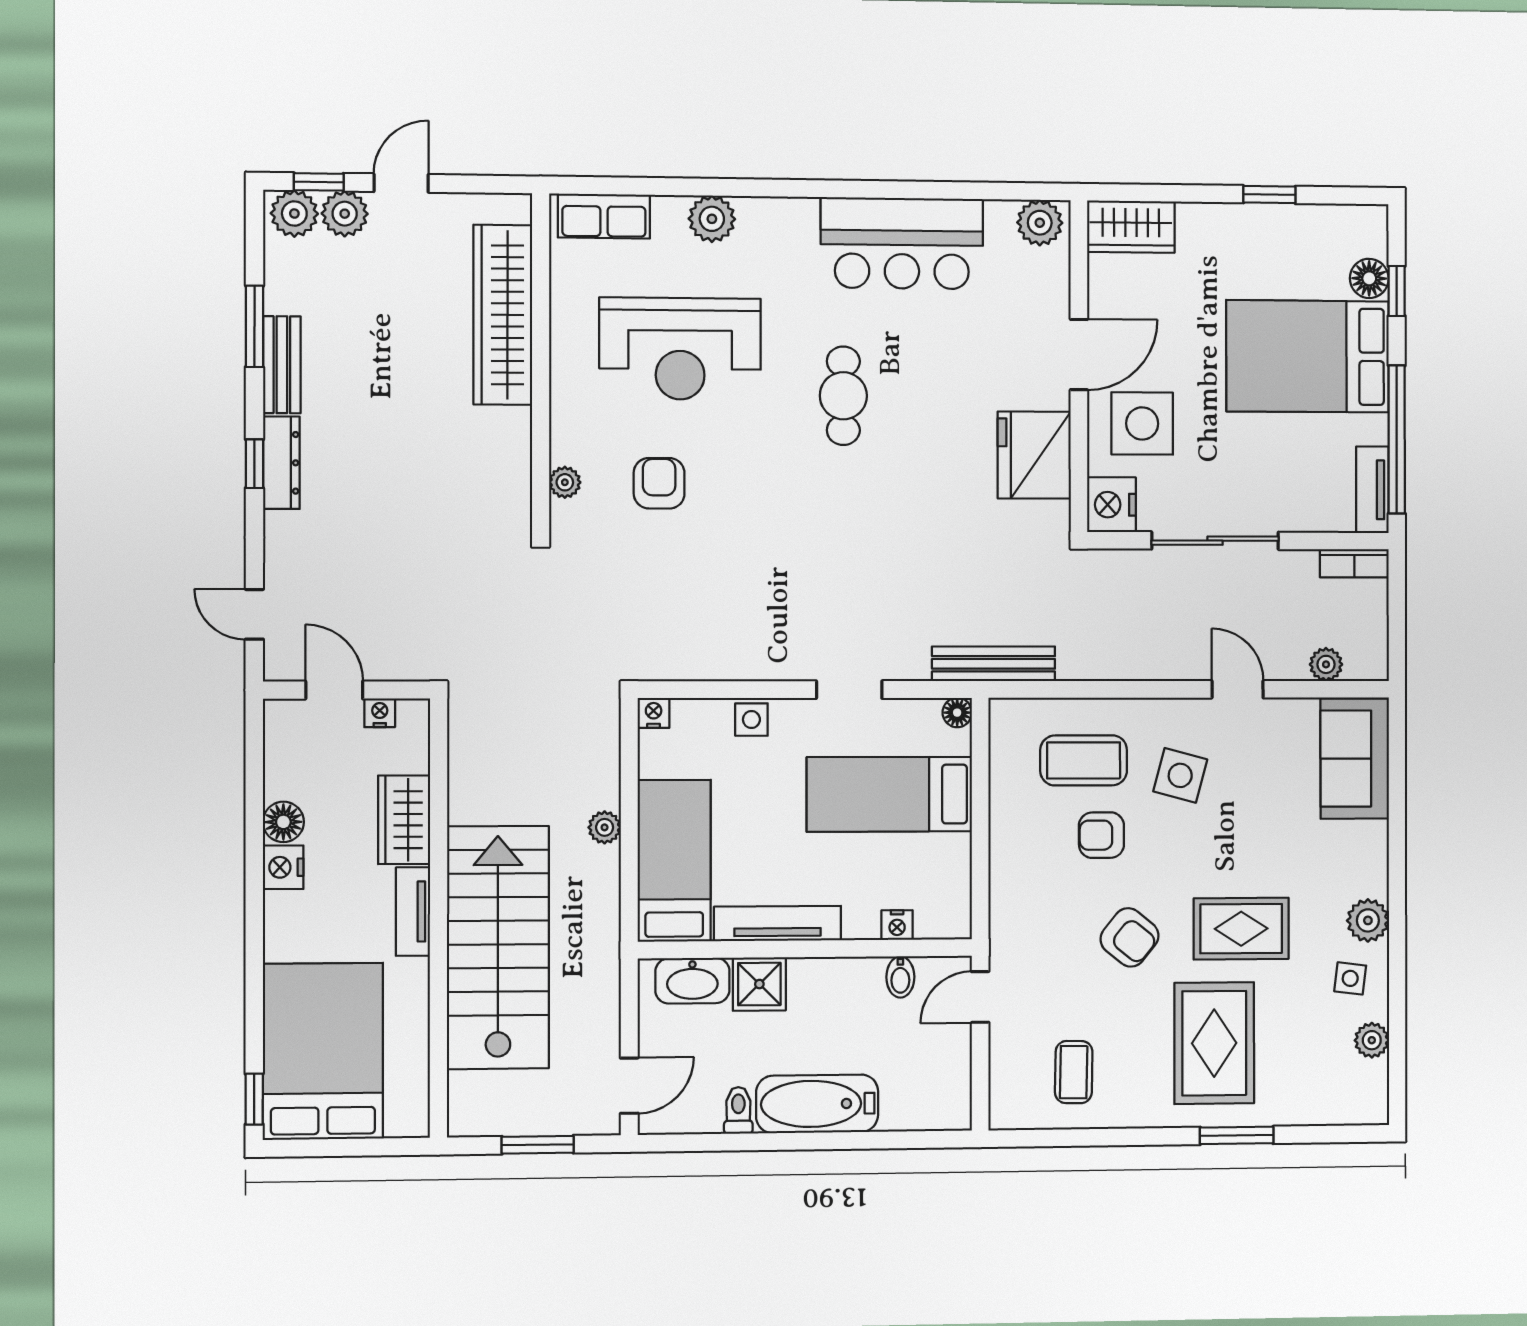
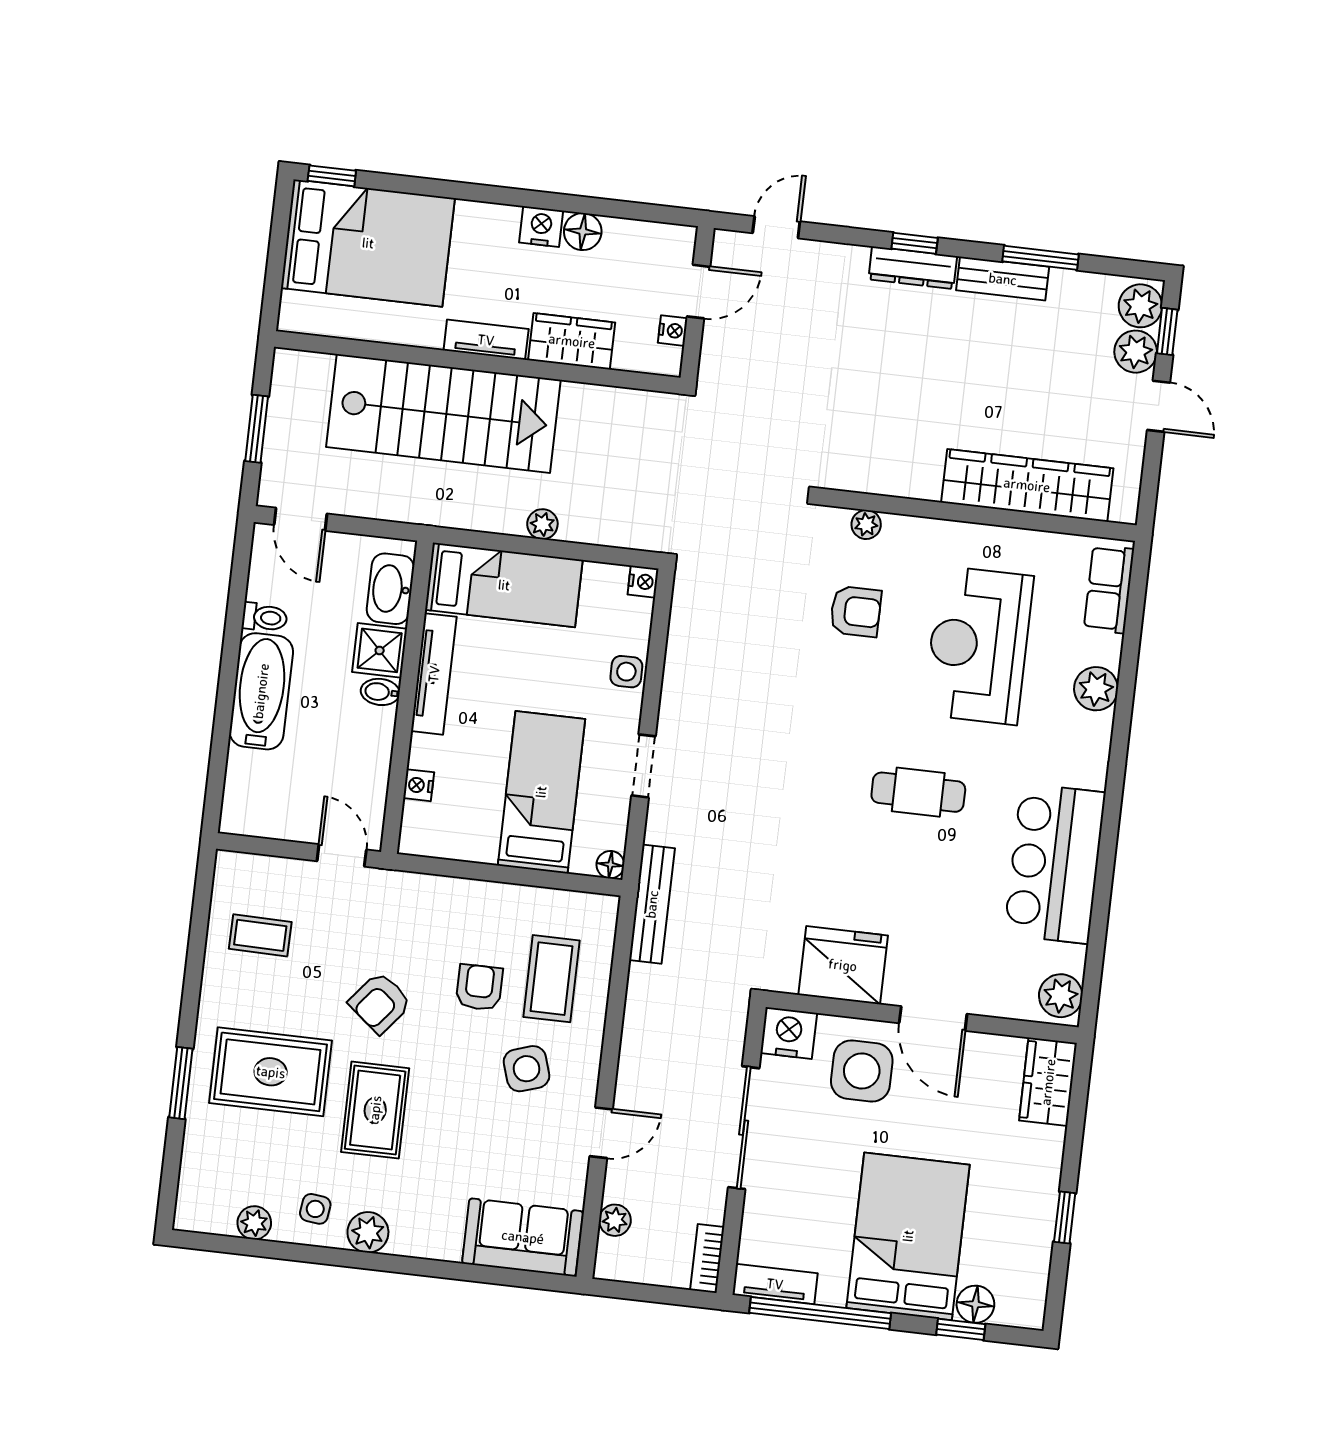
side table: (1180, 775) -> (527, 1069), turned -33
bidet: (900, 977) -> (380, 692), moved

